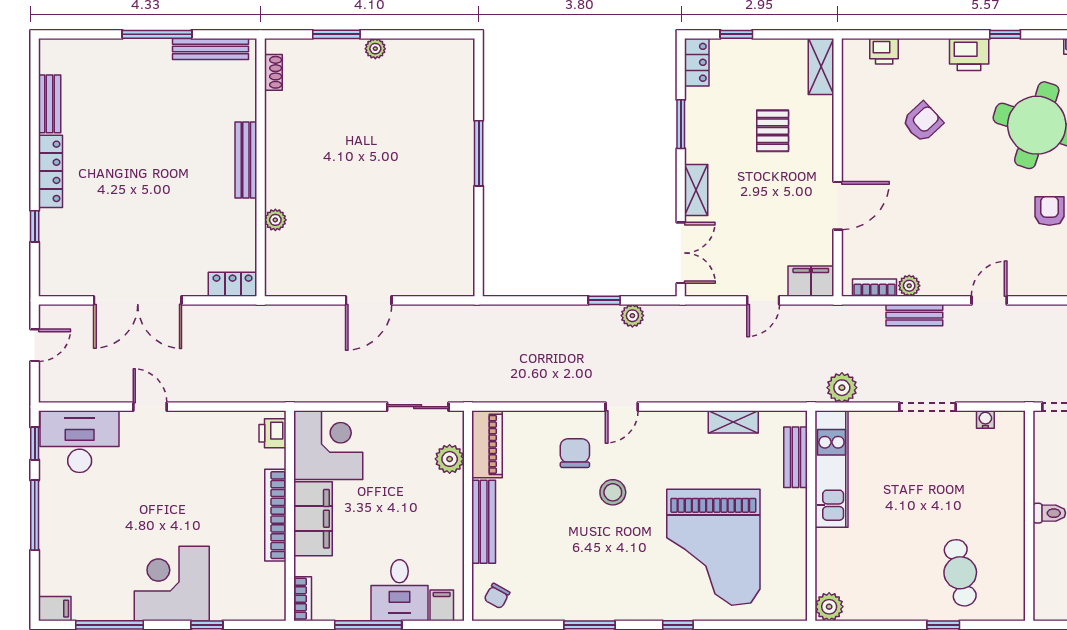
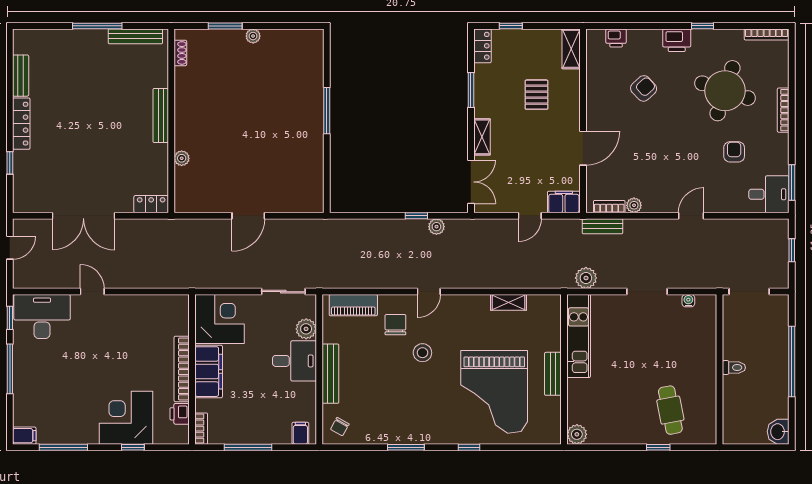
bench: (914, 315) -> (602, 226), moved
printer: (273, 433) -> (180, 414), moved
piano: (487, 444) -> (353, 305), moved, turned 90
bench: (796, 457) -> (553, 374), moved
corner desk: (172, 583) -> (126, 418), moved
desk: (399, 590) -> (294, 361), moved, turned -90

